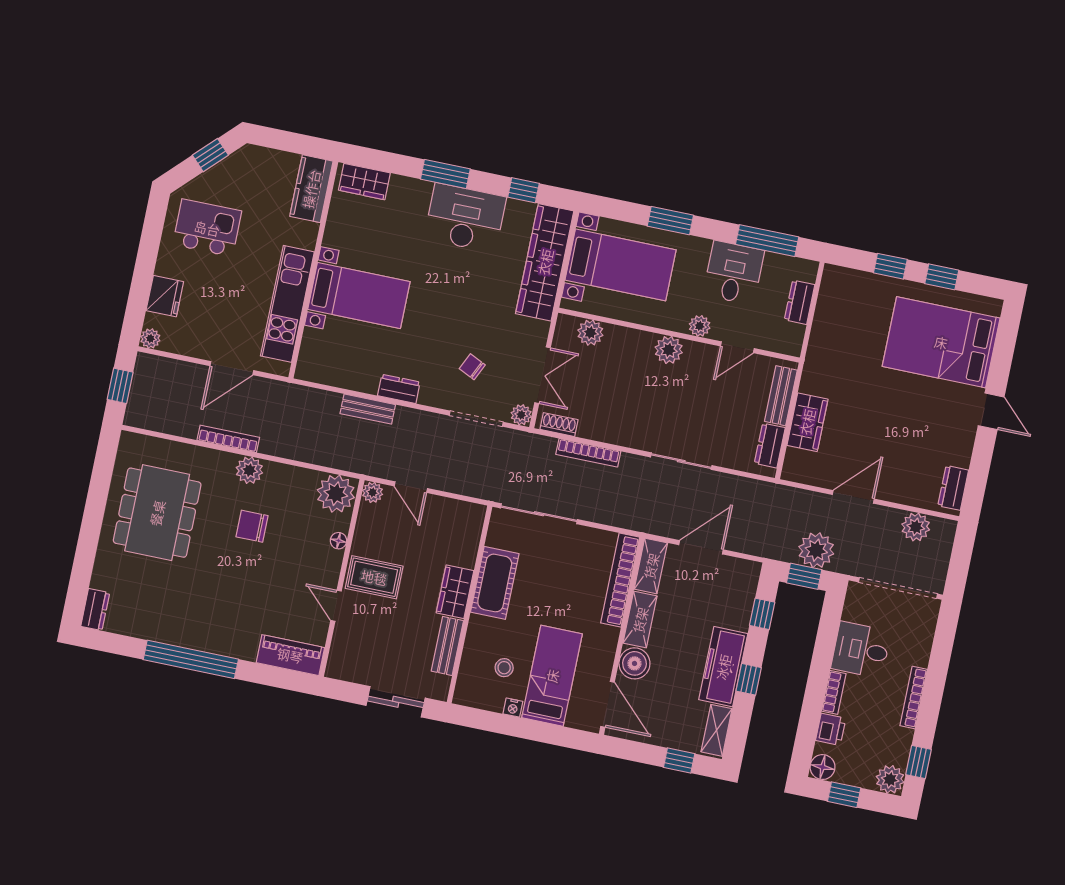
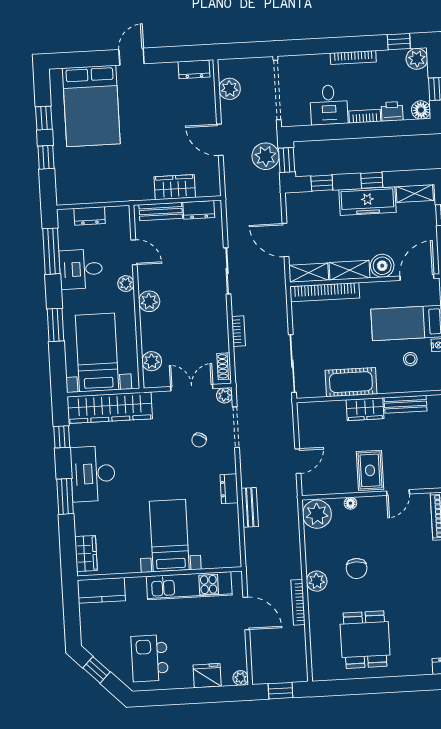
bookcase: (588, 453) -> (238, 331), width x0.64
plant: (373, 492) -> (309, 488), removed
dining table: (157, 513) -> (365, 640), width x0.73

